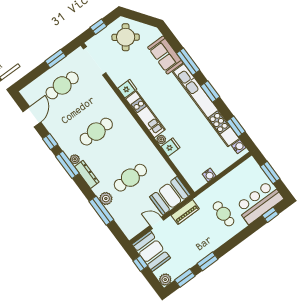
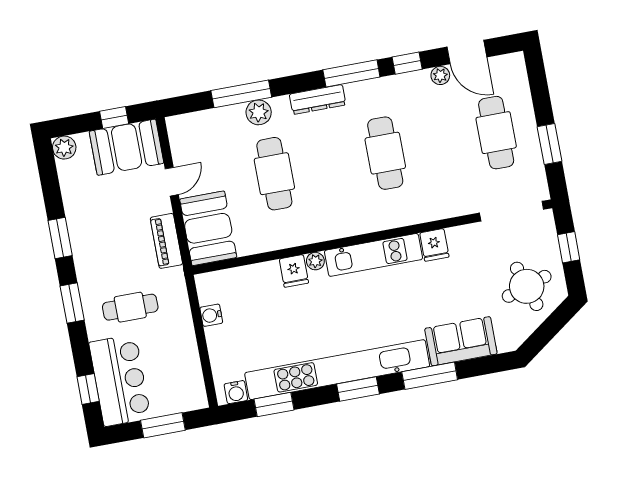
round table: (126, 37) -> (527, 286), turned 36
plant: (75, 159) -> (440, 75), moved
window: (185, 278) -> (72, 303), moved

